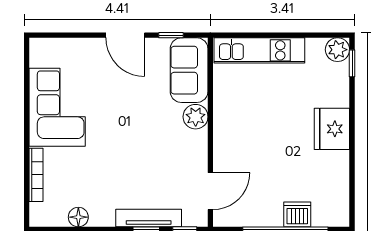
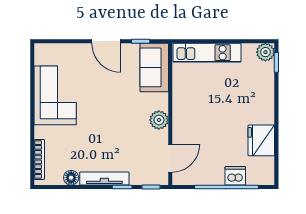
plant: (196, 117) -> (159, 120), moved
fridge: (332, 129) -> (261, 140), moved
bookcase: (36, 175) -> (39, 159), moved
tv unit: (149, 218) -> (104, 178), moved

